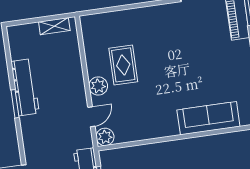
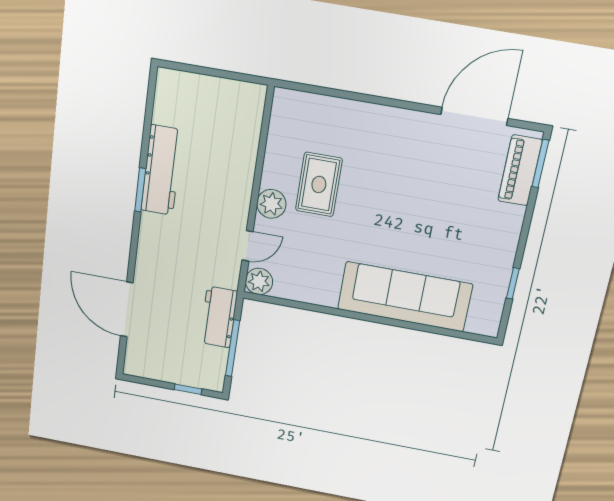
shelving: (54, 26) -> (232, 90), removed
sofa: (208, 118) -> (405, 297), width x1.36, depth x1.27

